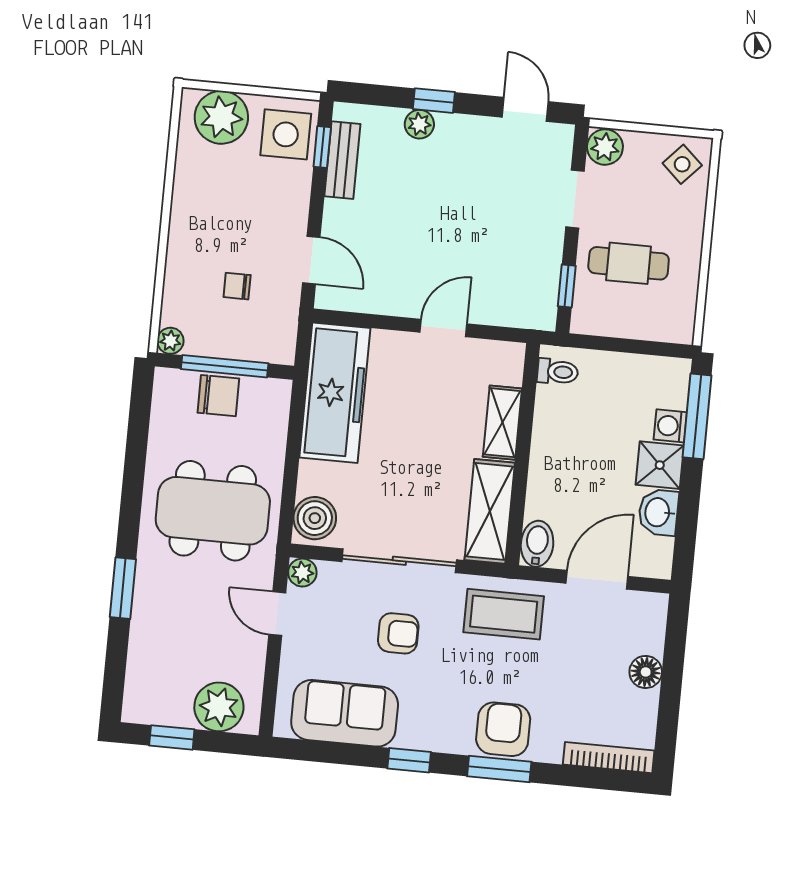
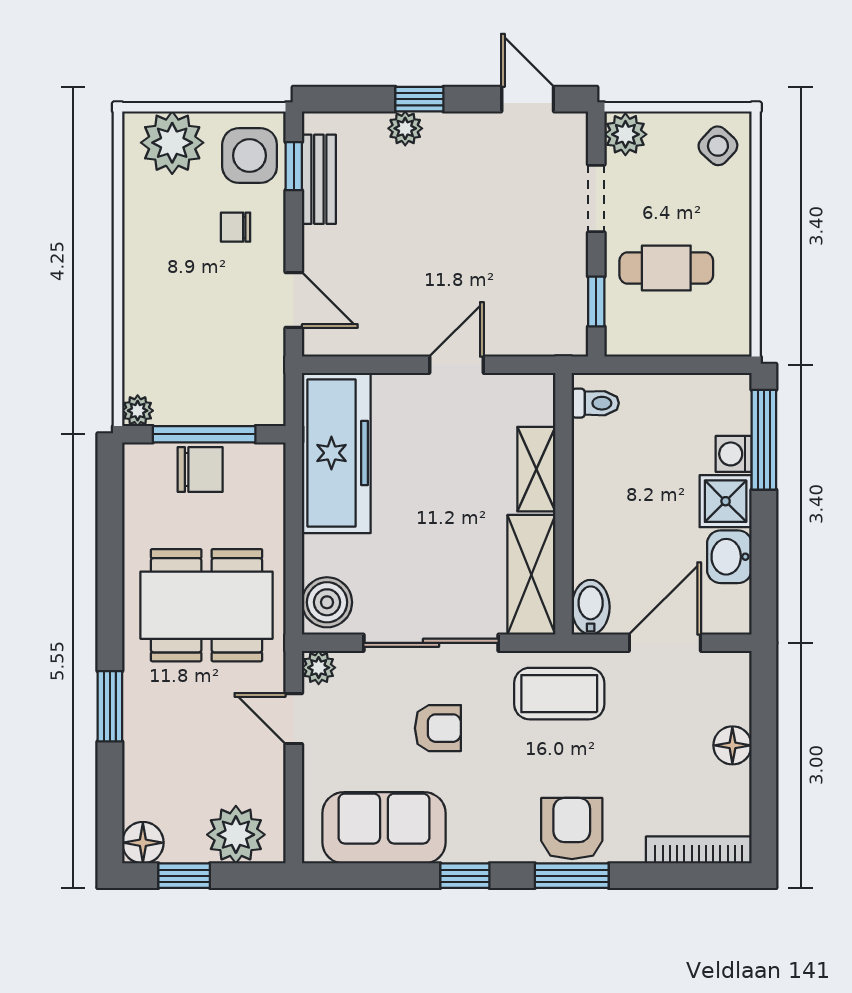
chair: (237, 286) -> (236, 227), moved
floor lamp: (140, 706) -> (143, 843), added

